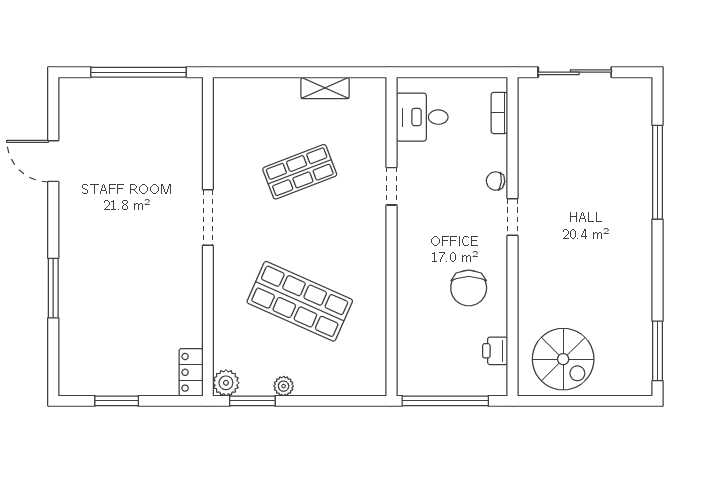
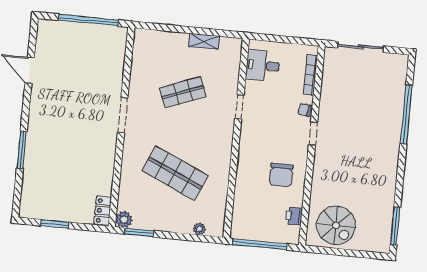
bookcase: (499, 113) -> (310, 75), width x1.56
plant: (284, 386) -> (199, 229), moved

